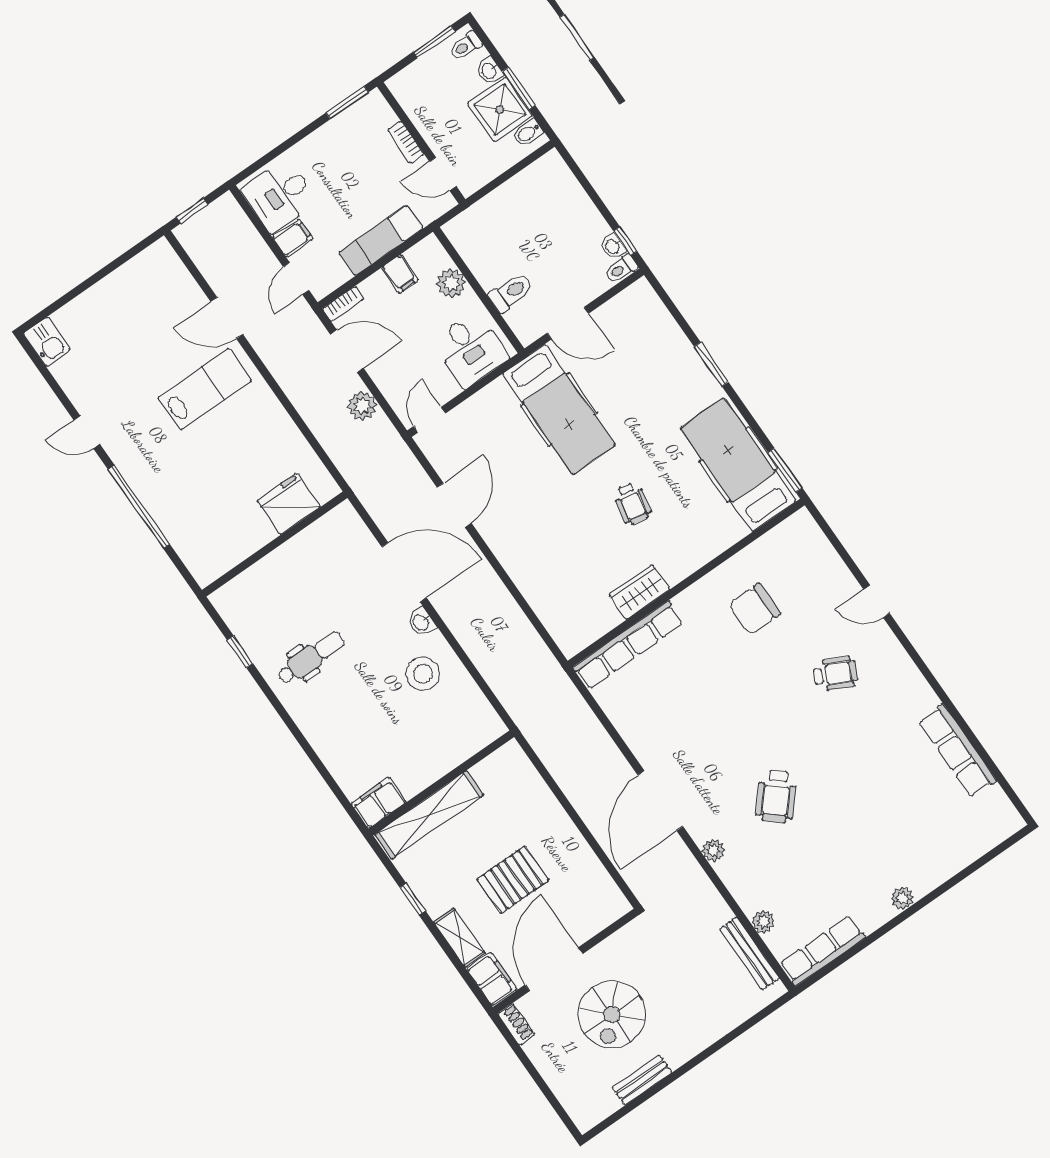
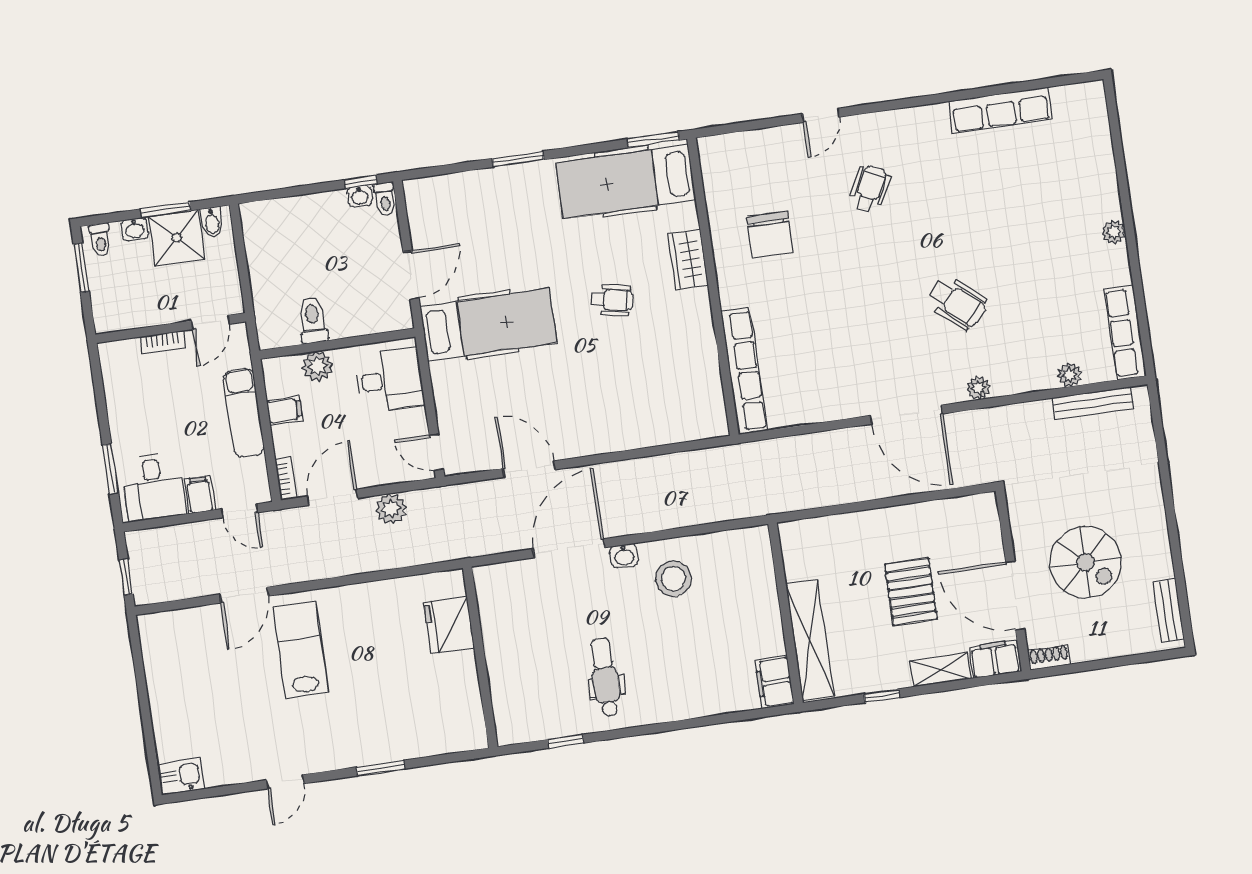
window: (347, 102) -> (110, 469), moved
toilet: (511, 292) -> (313, 320), moved
window: (139, 507) -> (381, 768), width x0.47
wardrobe: (639, 592) -> (688, 260), moved
bench: (642, 1080) -> (1168, 610), moved

